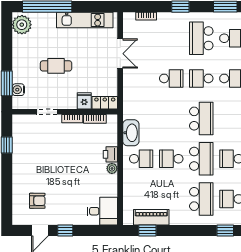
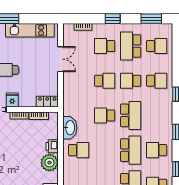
school desk: (171, 38) -> (105, 46), added
fridge: (84, 101) -> (12, 100), moved
school desk: (171, 159) -> (105, 115), moved
plant: (112, 168) -> (49, 163), width x1.87, depth x1.87

